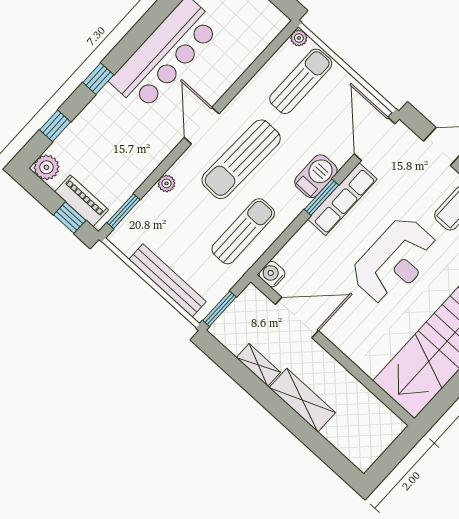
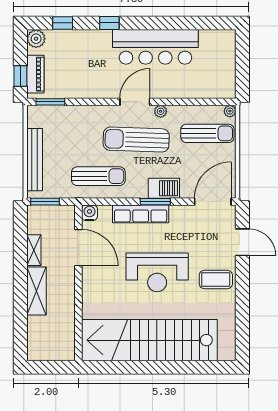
plant: (167, 183) -> (161, 111), moved
row of seats: (342, 199) -> (141, 214), moved

